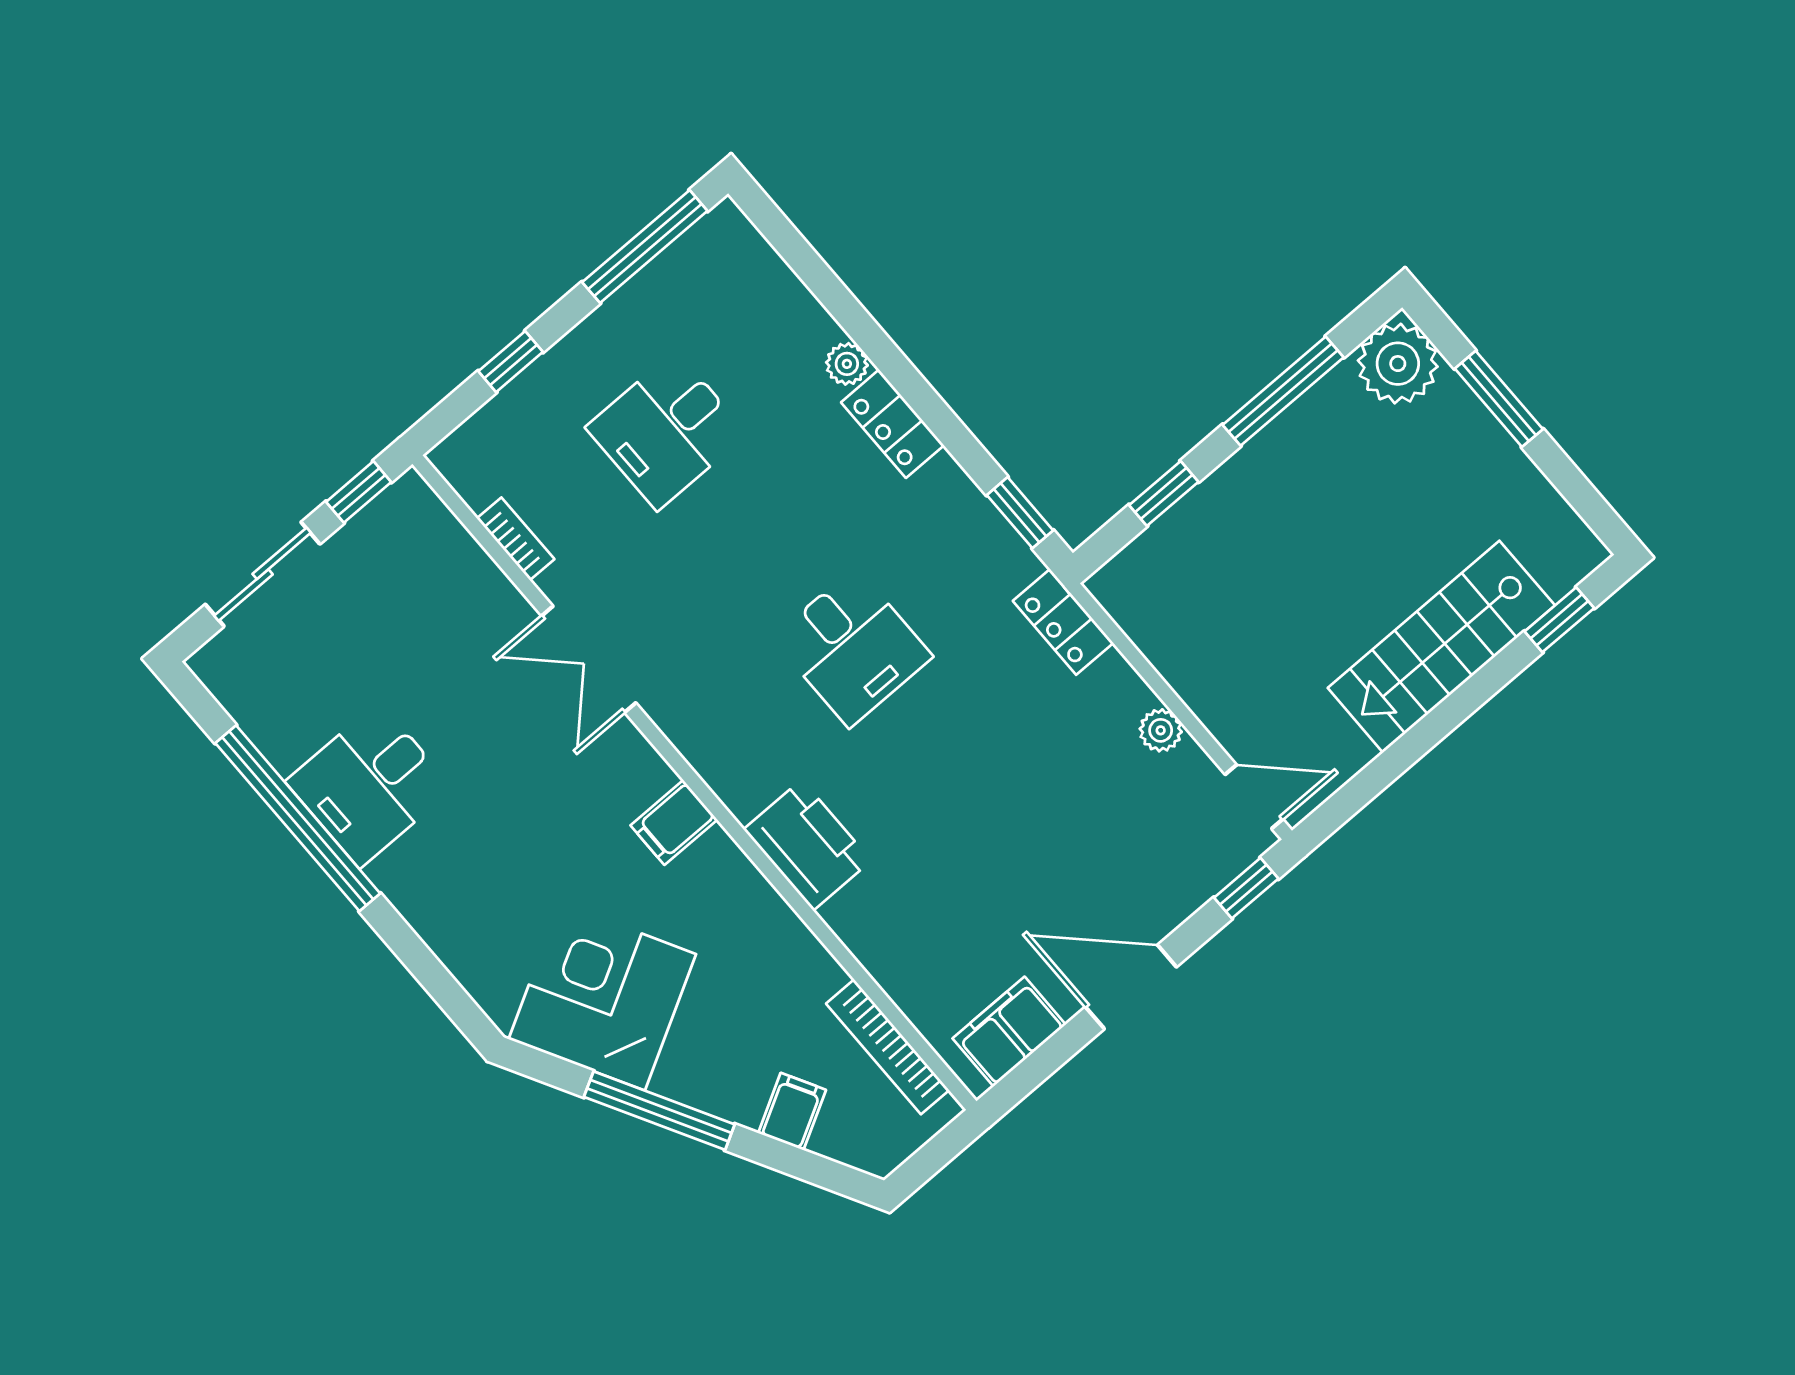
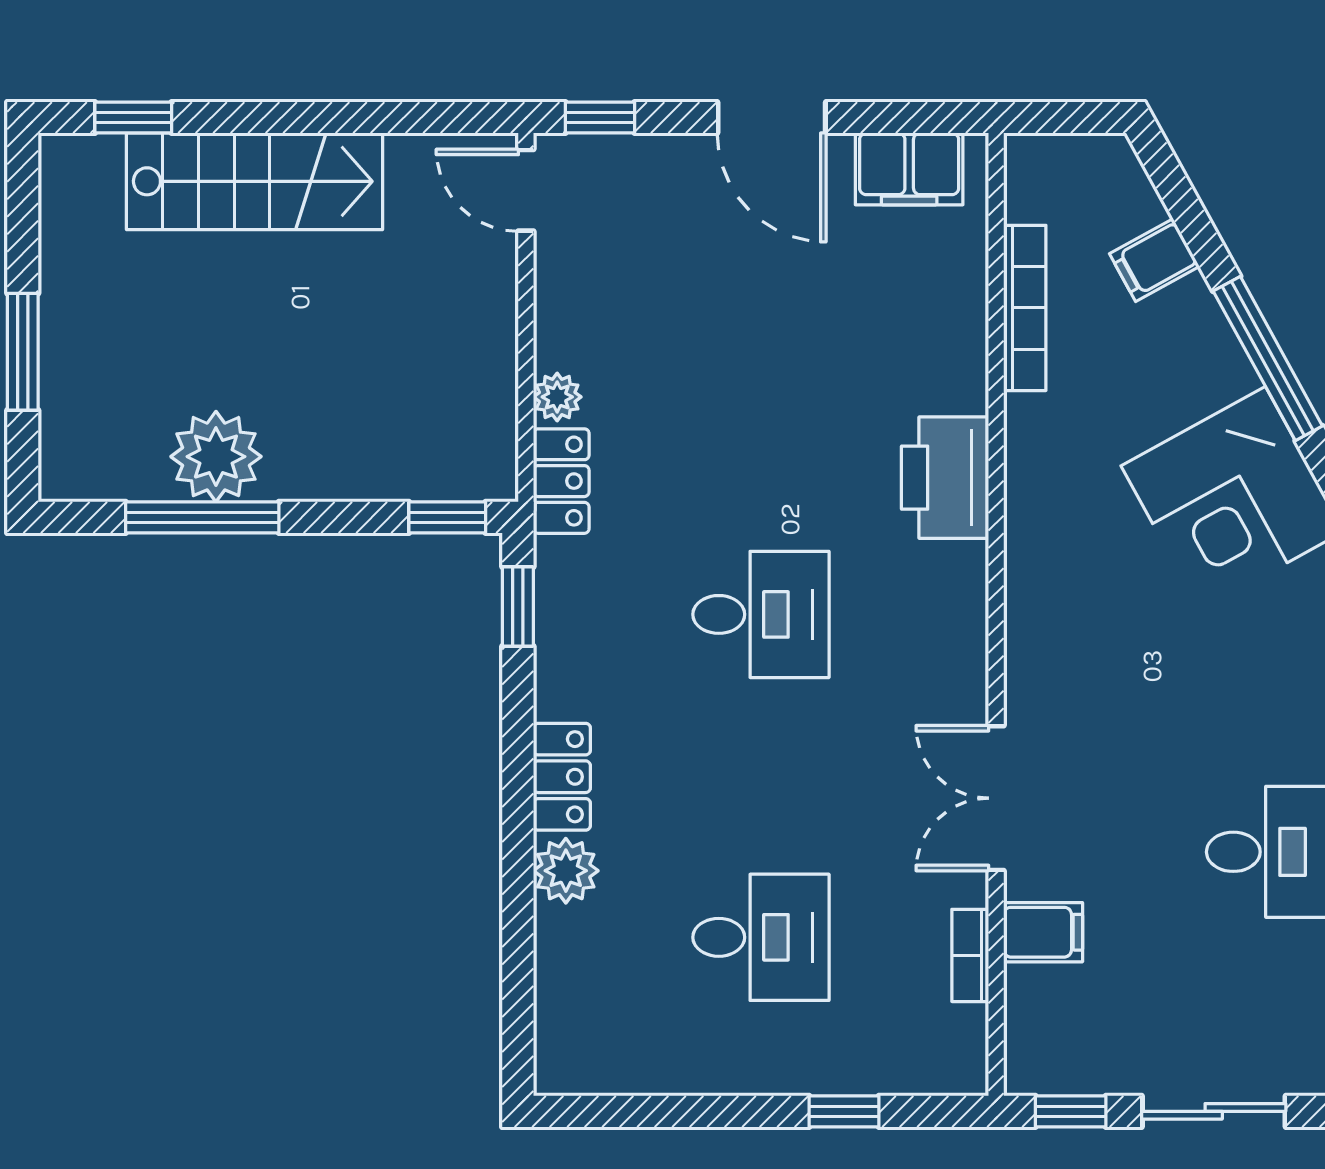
window: (645, 247) -> (644, 1111), removed
plant: (847, 364) -> (566, 871), width x1.38, depth x1.38
plant: (1398, 364) -> (216, 457), moved
window: (1164, 493) -> (447, 517), moved
desk: (852, 647) -> (761, 614), turned 90
double door: (589, 659) -> (996, 798), swing flipped
plant: (1161, 730) -> (557, 397), moved
filing cabinet: (674, 822) -> (1043, 932), moved
bookcase: (888, 1047) -> (1025, 308), moved

